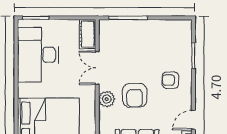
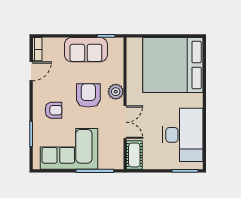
corner sofa: (155, 40) -> (69, 149), added

